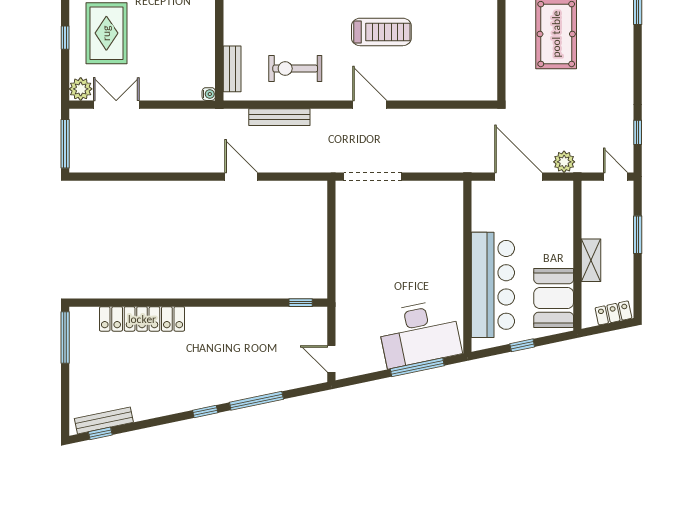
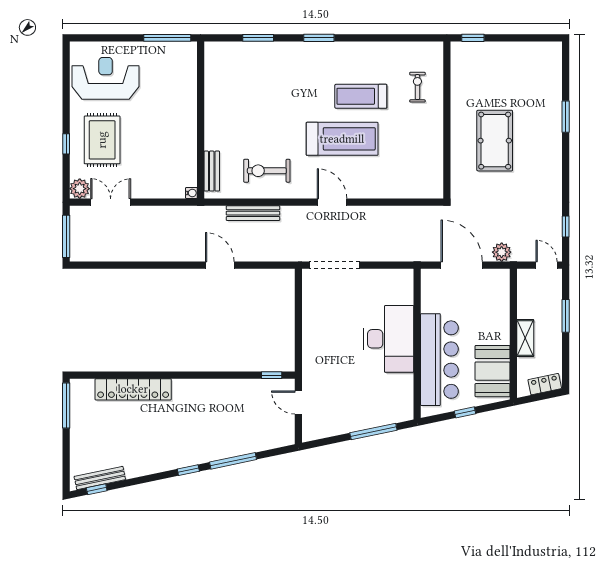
treadmill: (381, 32) -> (342, 139), width x1.37, depth x1.38
desk: (419, 333) -> (389, 339), moved, turned -78
door: (331, 359) -> (298, 402), moved

